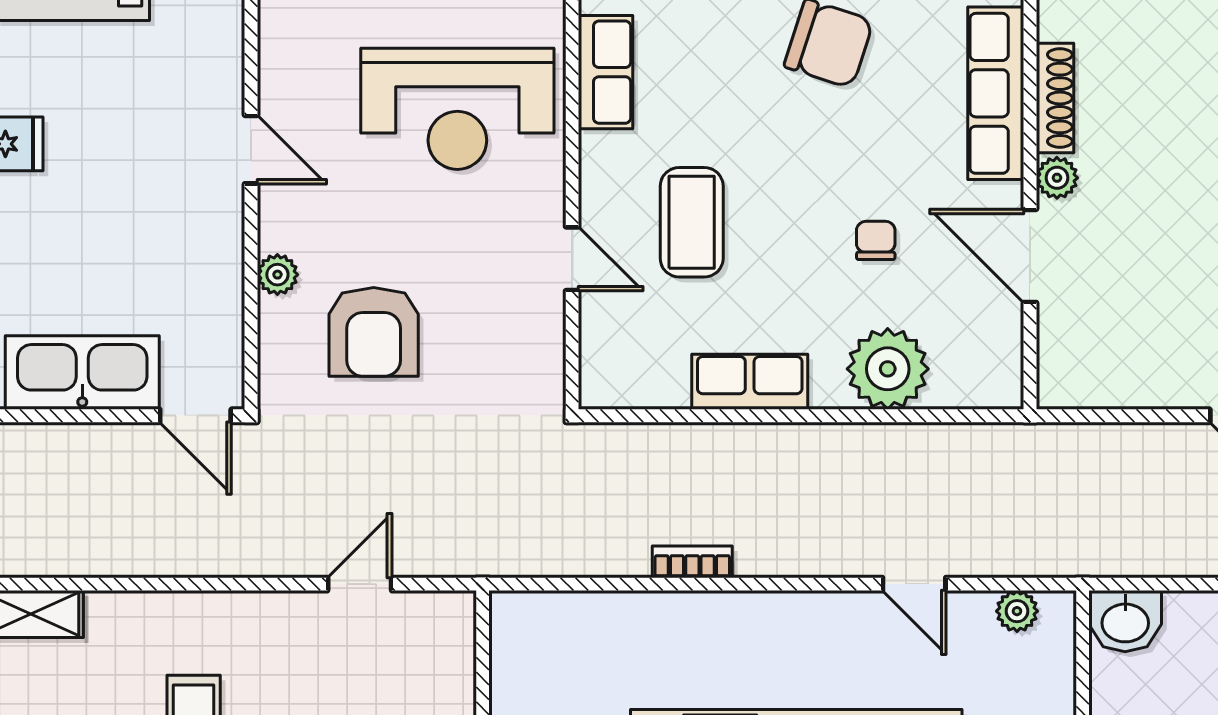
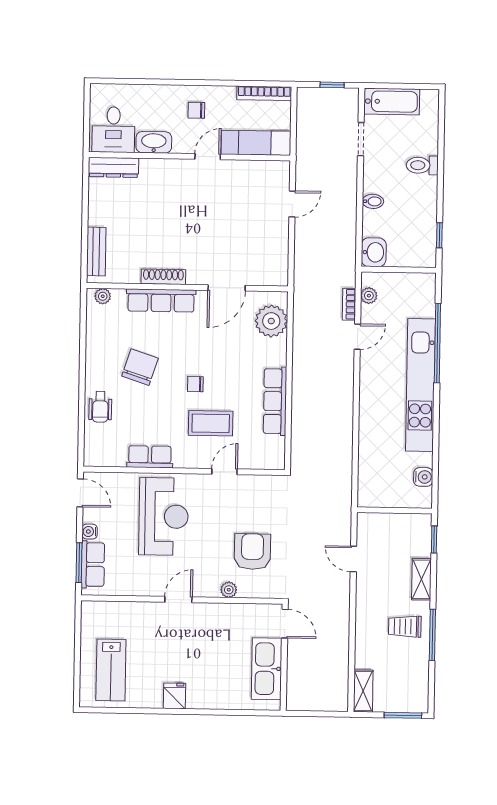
plant: (1057, 178) -> (195, 277), removed
chair: (876, 240) -> (195, 384), moved
armchair: (374, 332) -> (252, 552), turned -90
plant: (888, 369) -> (271, 321), moved
row of seats: (750, 382) -> (275, 401), width x1.48
door: (195, 416) -> (285, 624), hinge flipped
bookcase: (692, 562) -> (349, 304), moved

